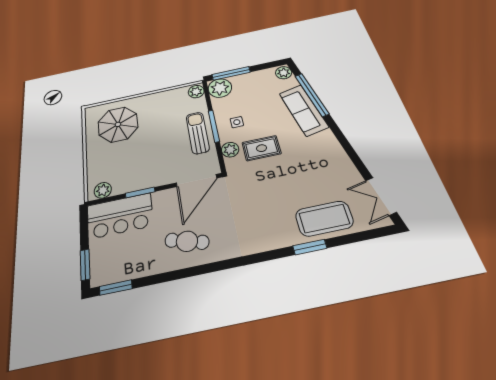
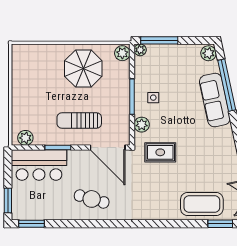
plant: (220, 88) -> (140, 50), width x0.53, depth x0.53
parasol: (118, 124) -> (83, 68), moved
sun lounger: (198, 133) -> (79, 121), moved, turned -90
rug: (261, 148) -> (160, 152), moved
door: (196, 180) -> (108, 148), hinge flipped
window: (310, 247) -> (220, 224), moved

